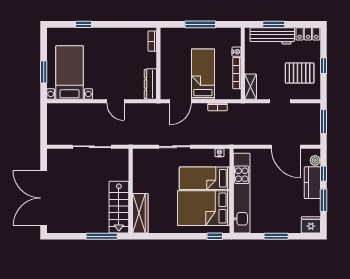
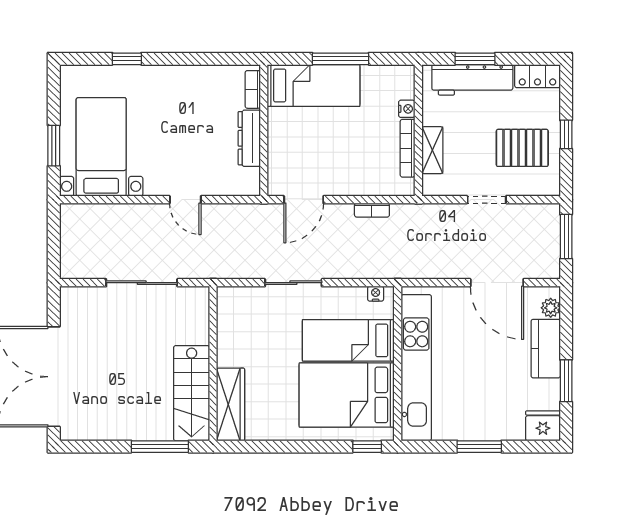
bed: (203, 74) -> (314, 85), moved, turned 90
dresser: (150, 84) -> (249, 138), moved
shelving: (251, 87) -> (432, 150), moved
window: (324, 174) -> (566, 332), removed

